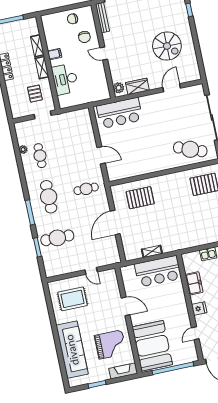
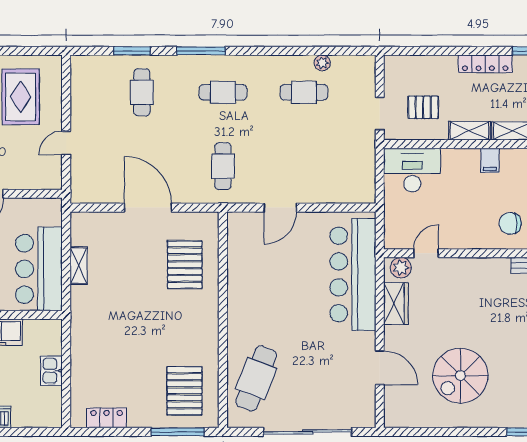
door: (104, 54) -> (426, 253), moved
desk: (65, 79) -> (412, 170), moved
bar counter: (120, 113) -> (353, 274), width x1.36
cafe table: (49, 197) -> (223, 92), width x0.73, depth x0.74
cafe table: (57, 238) -> (142, 92), width x0.73, depth x0.74

